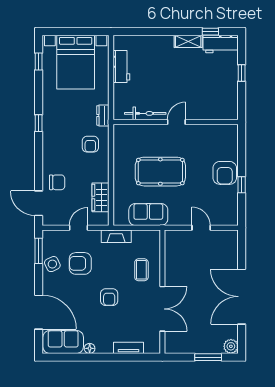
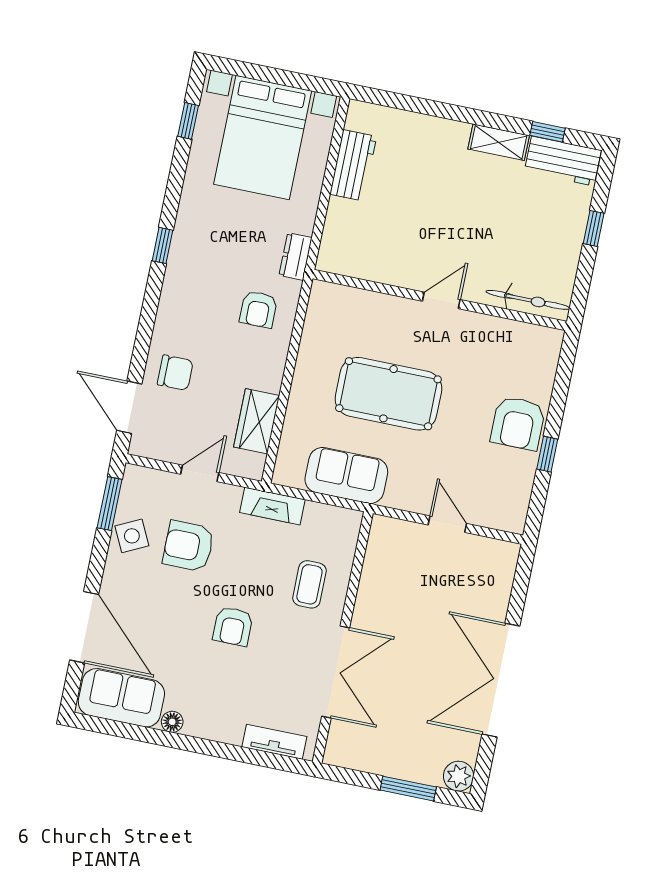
bicycle: (145, 113) -> (528, 300), moved
tv unit: (129, 348) -> (274, 742), moved

